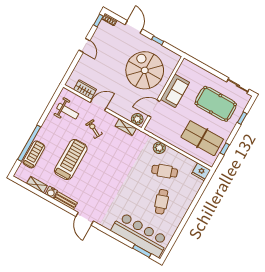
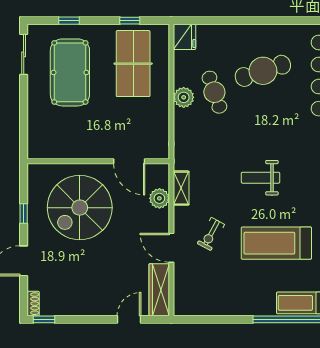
door: (84, 45) -> (129, 319), moved
wardrobe: (85, 90) -> (159, 290), width x1.50
sofa: (175, 91) -> (85, 145), removed
weight bench: (68, 111) -> (260, 178), moved, turned -90
plant: (137, 119) -> (159, 198), moved
plant: (159, 148) -> (184, 97), moved
cafe table: (162, 202) -> (263, 71), width x1.37, depth x1.35

